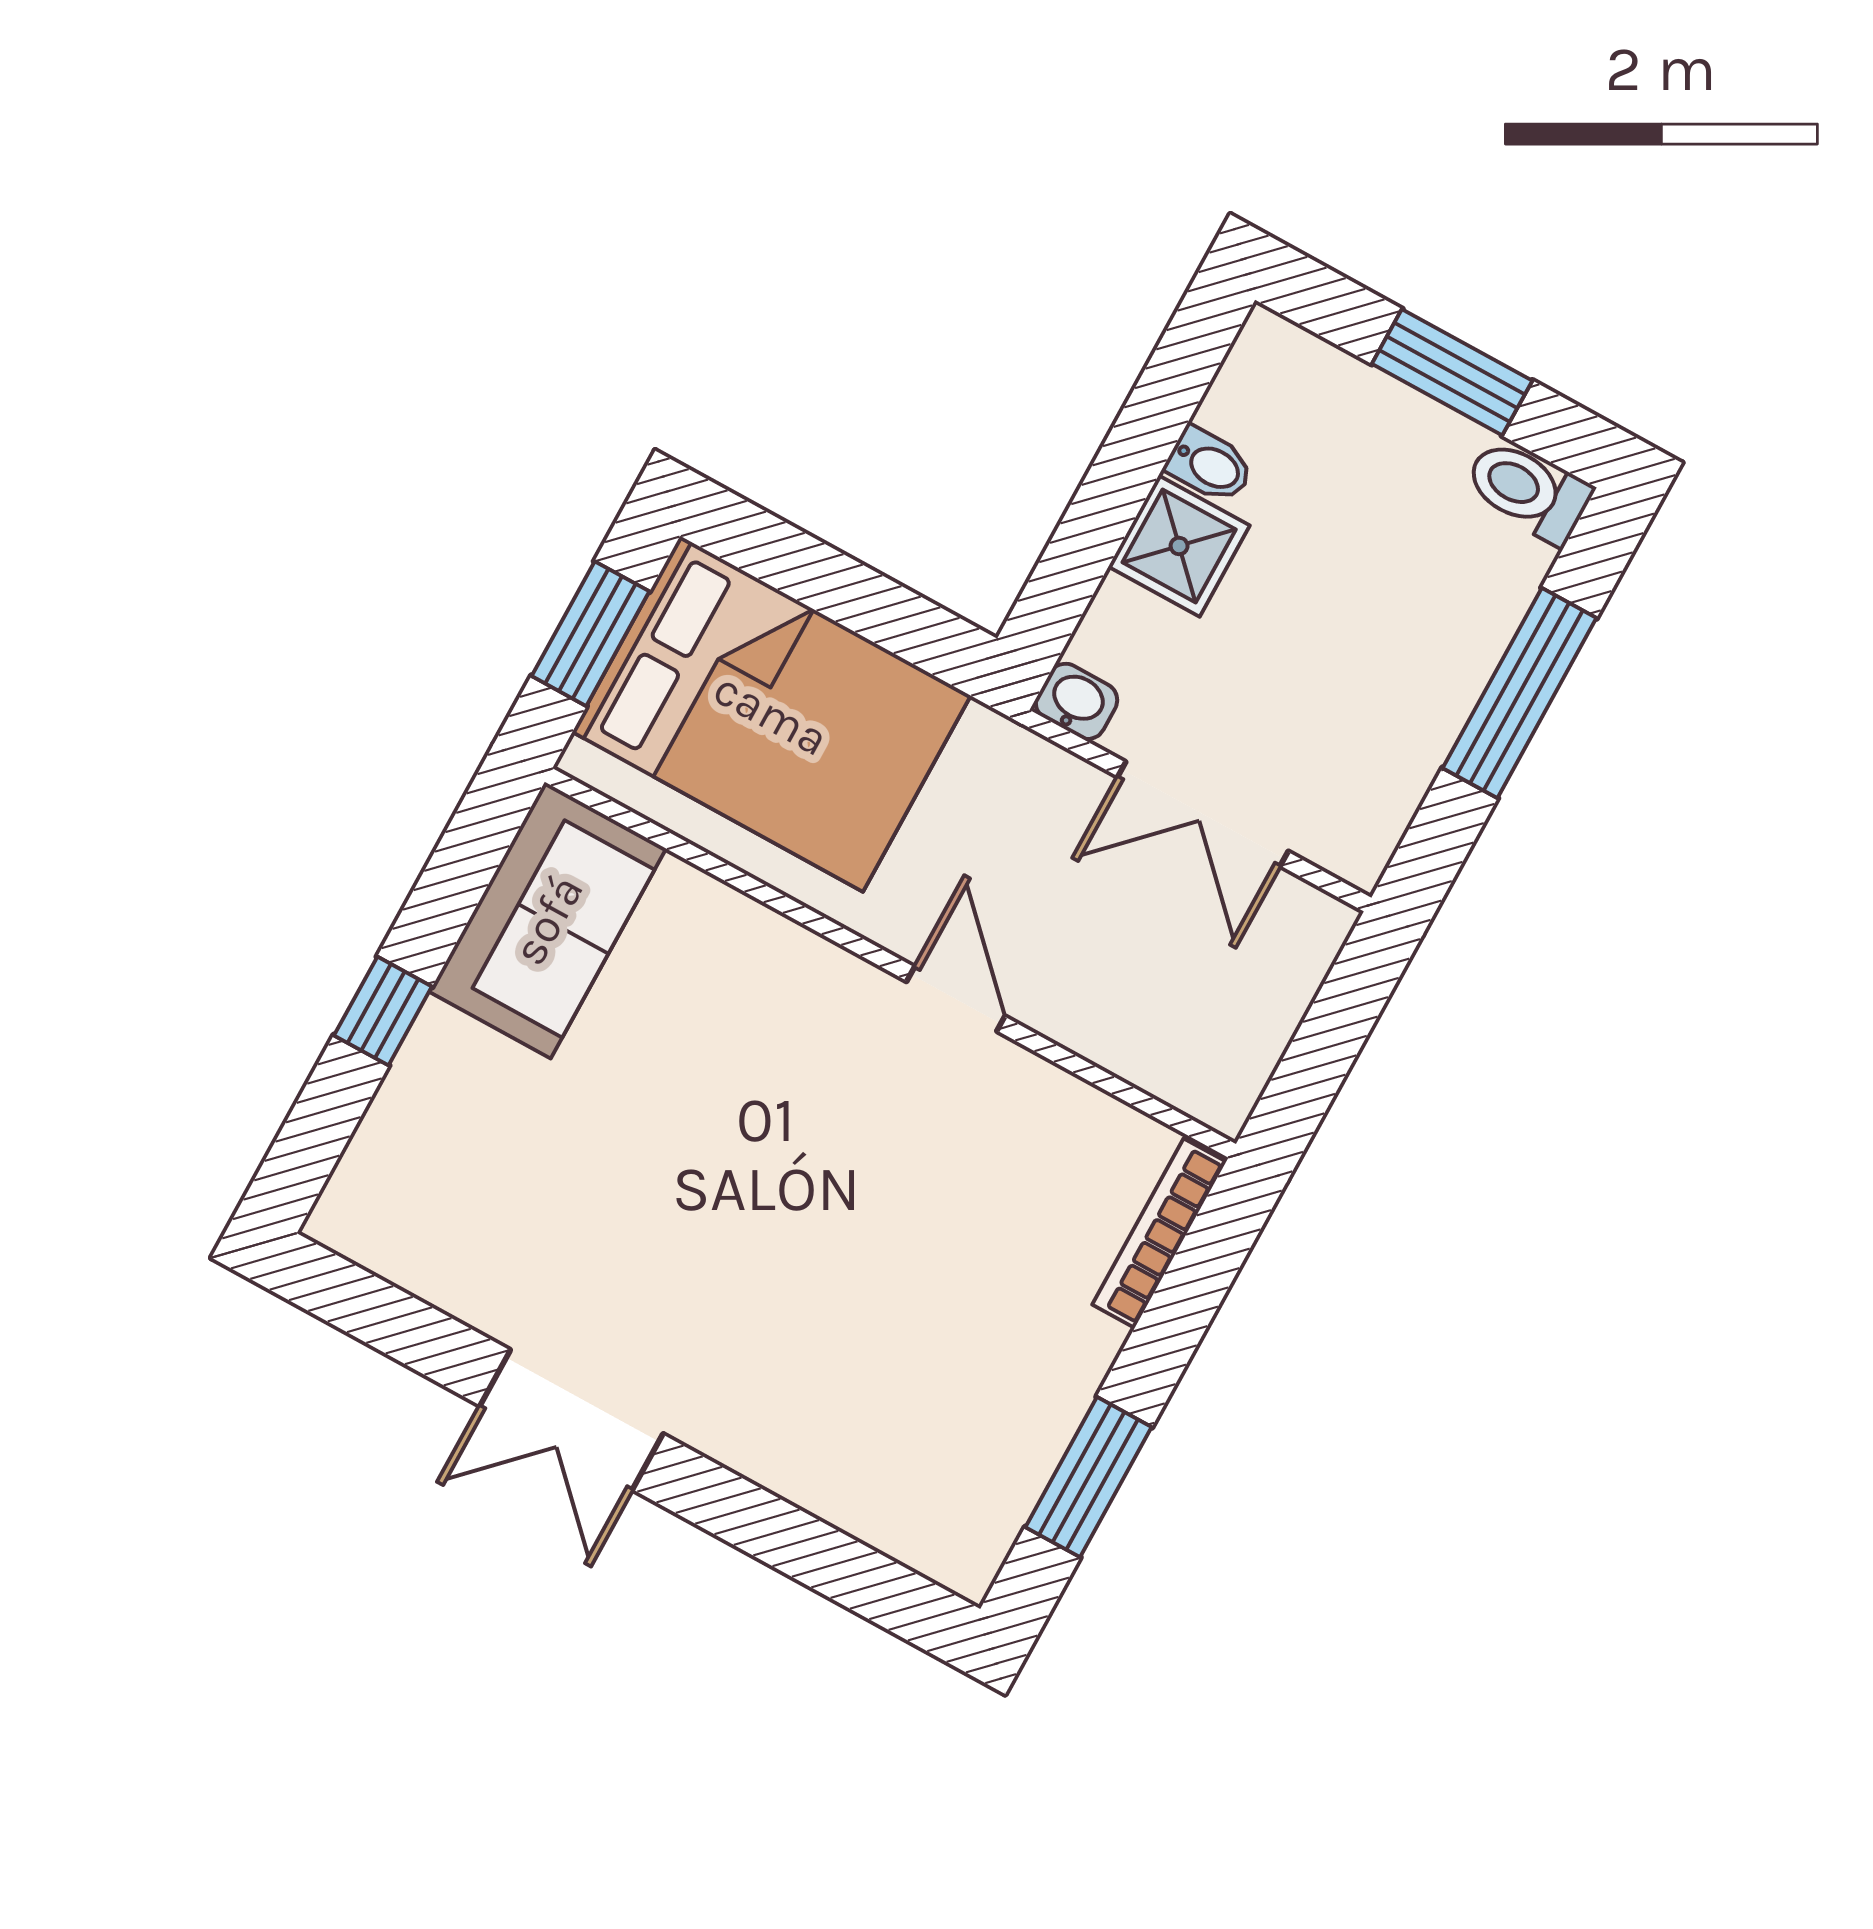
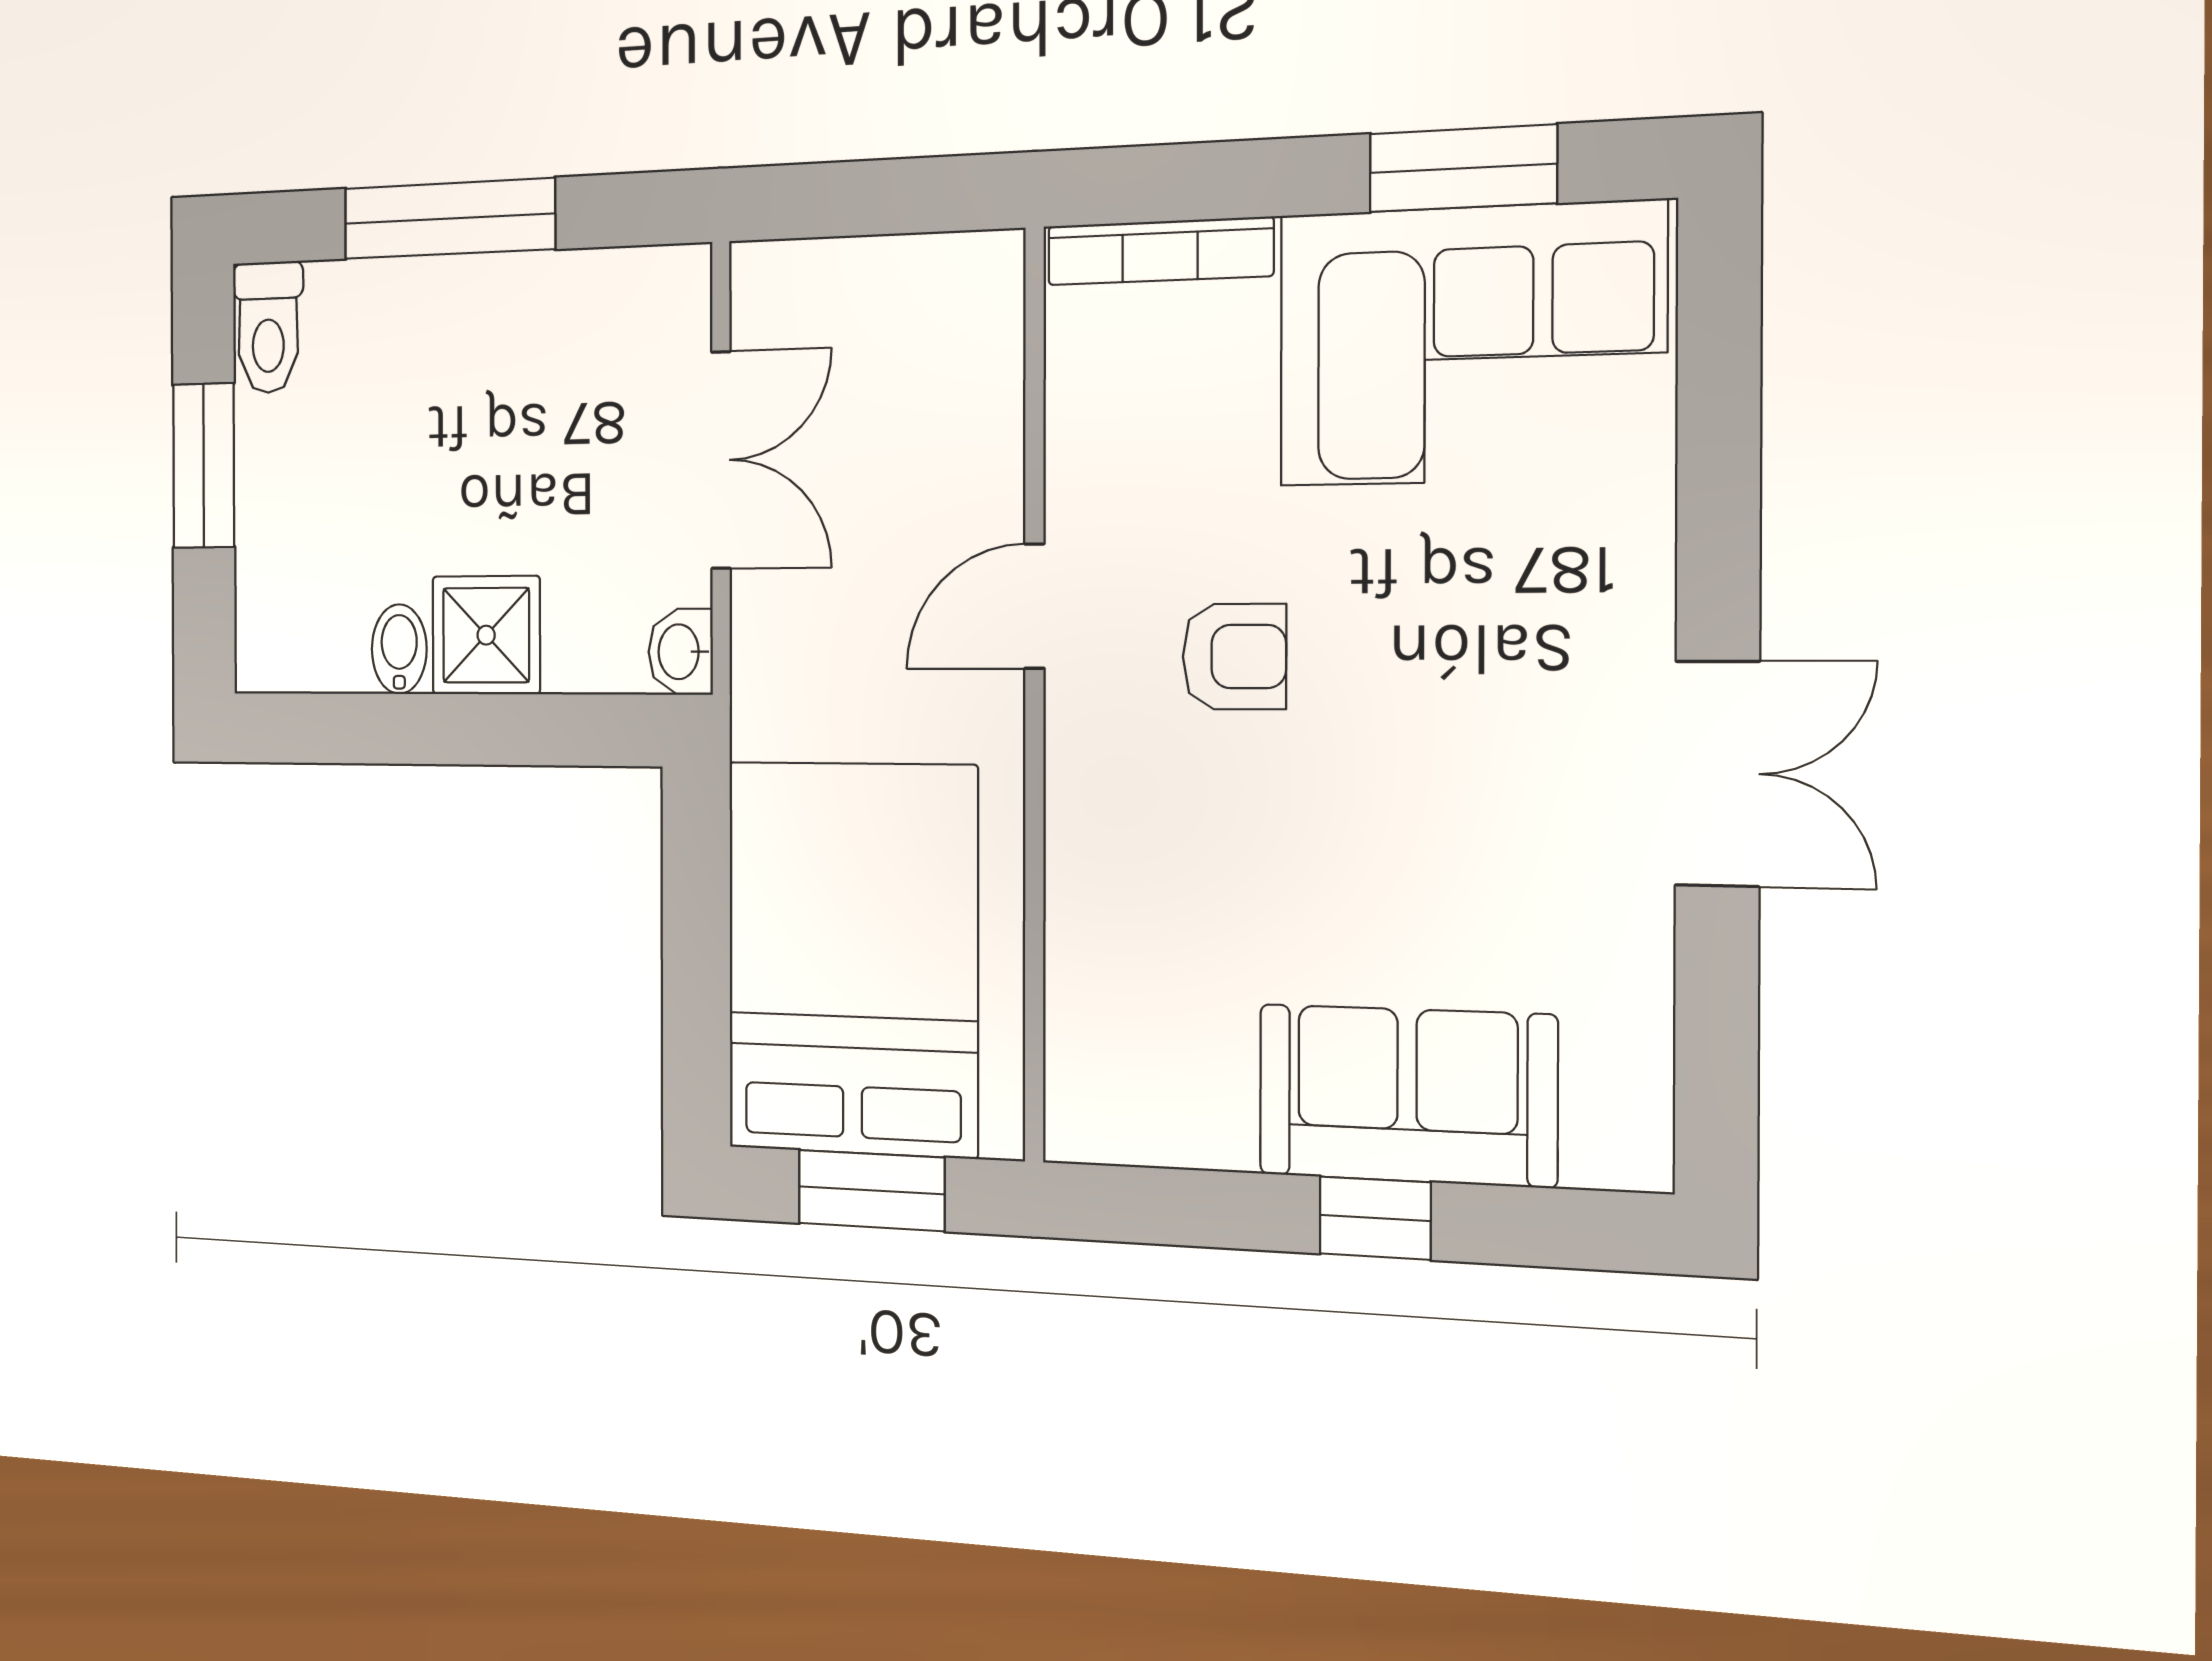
sofa: (548, 920) -> (1407, 1095), moved
armchair: (837, 1127) -> (1234, 657), added
corner sofa: (962, 1415) -> (1471, 345), added

